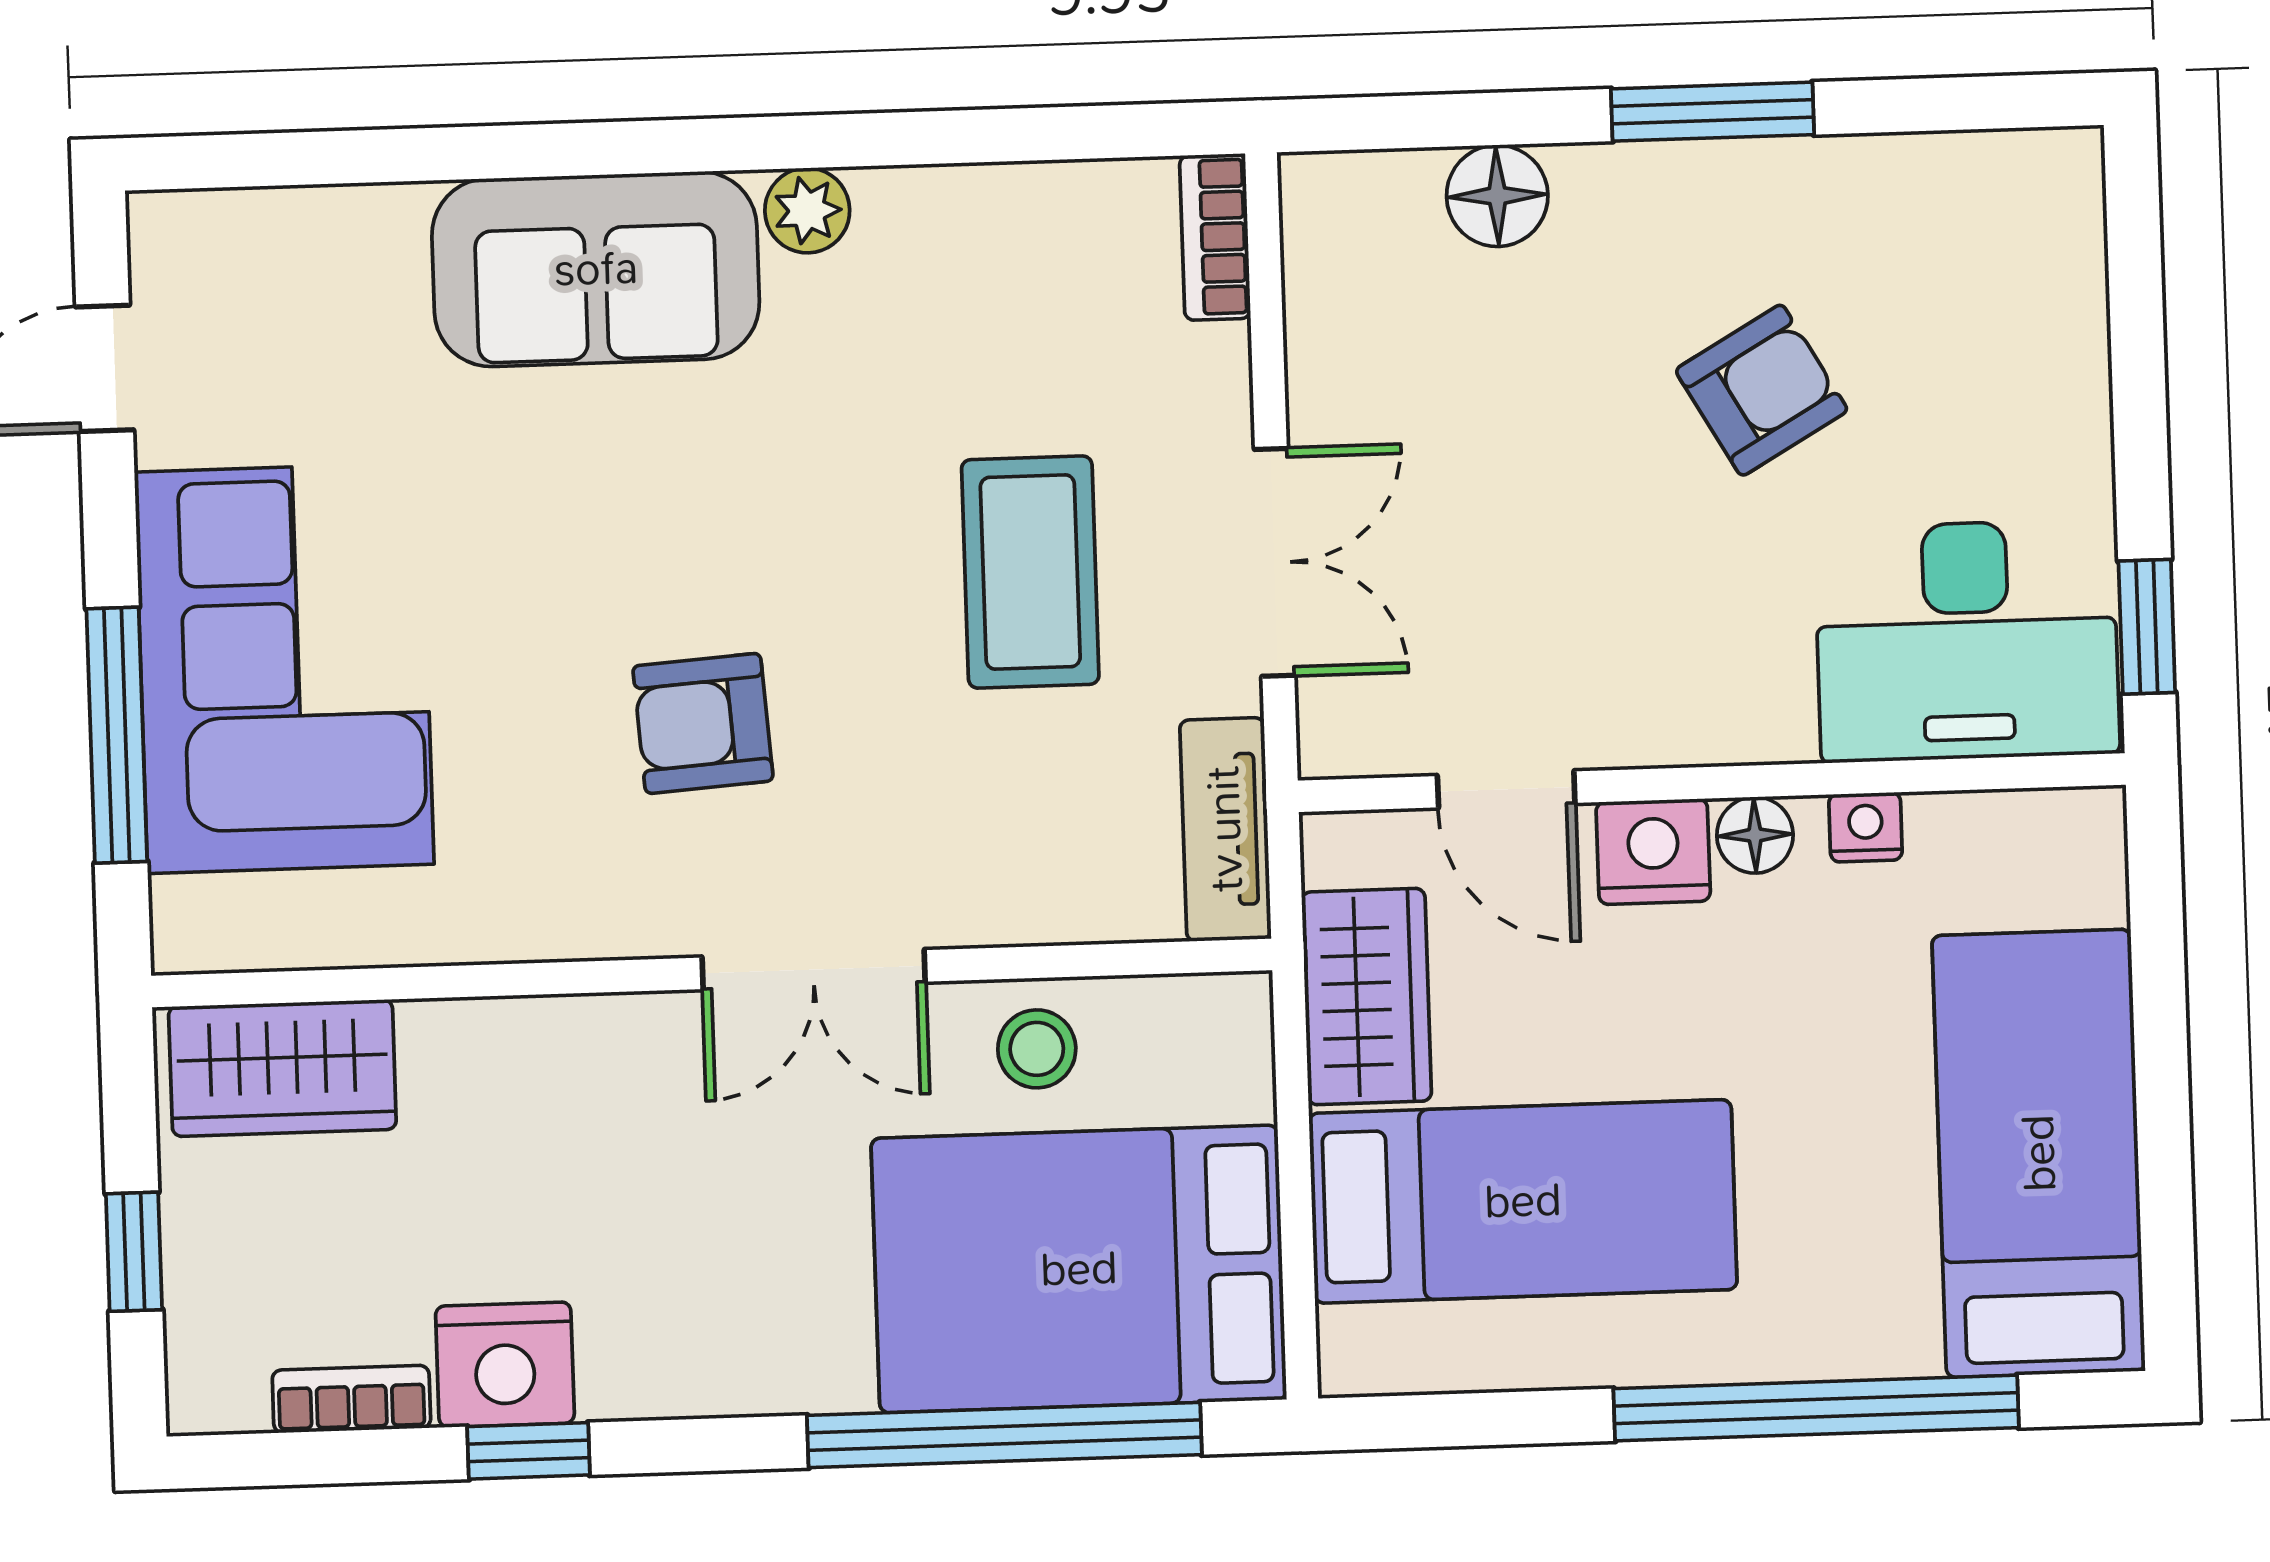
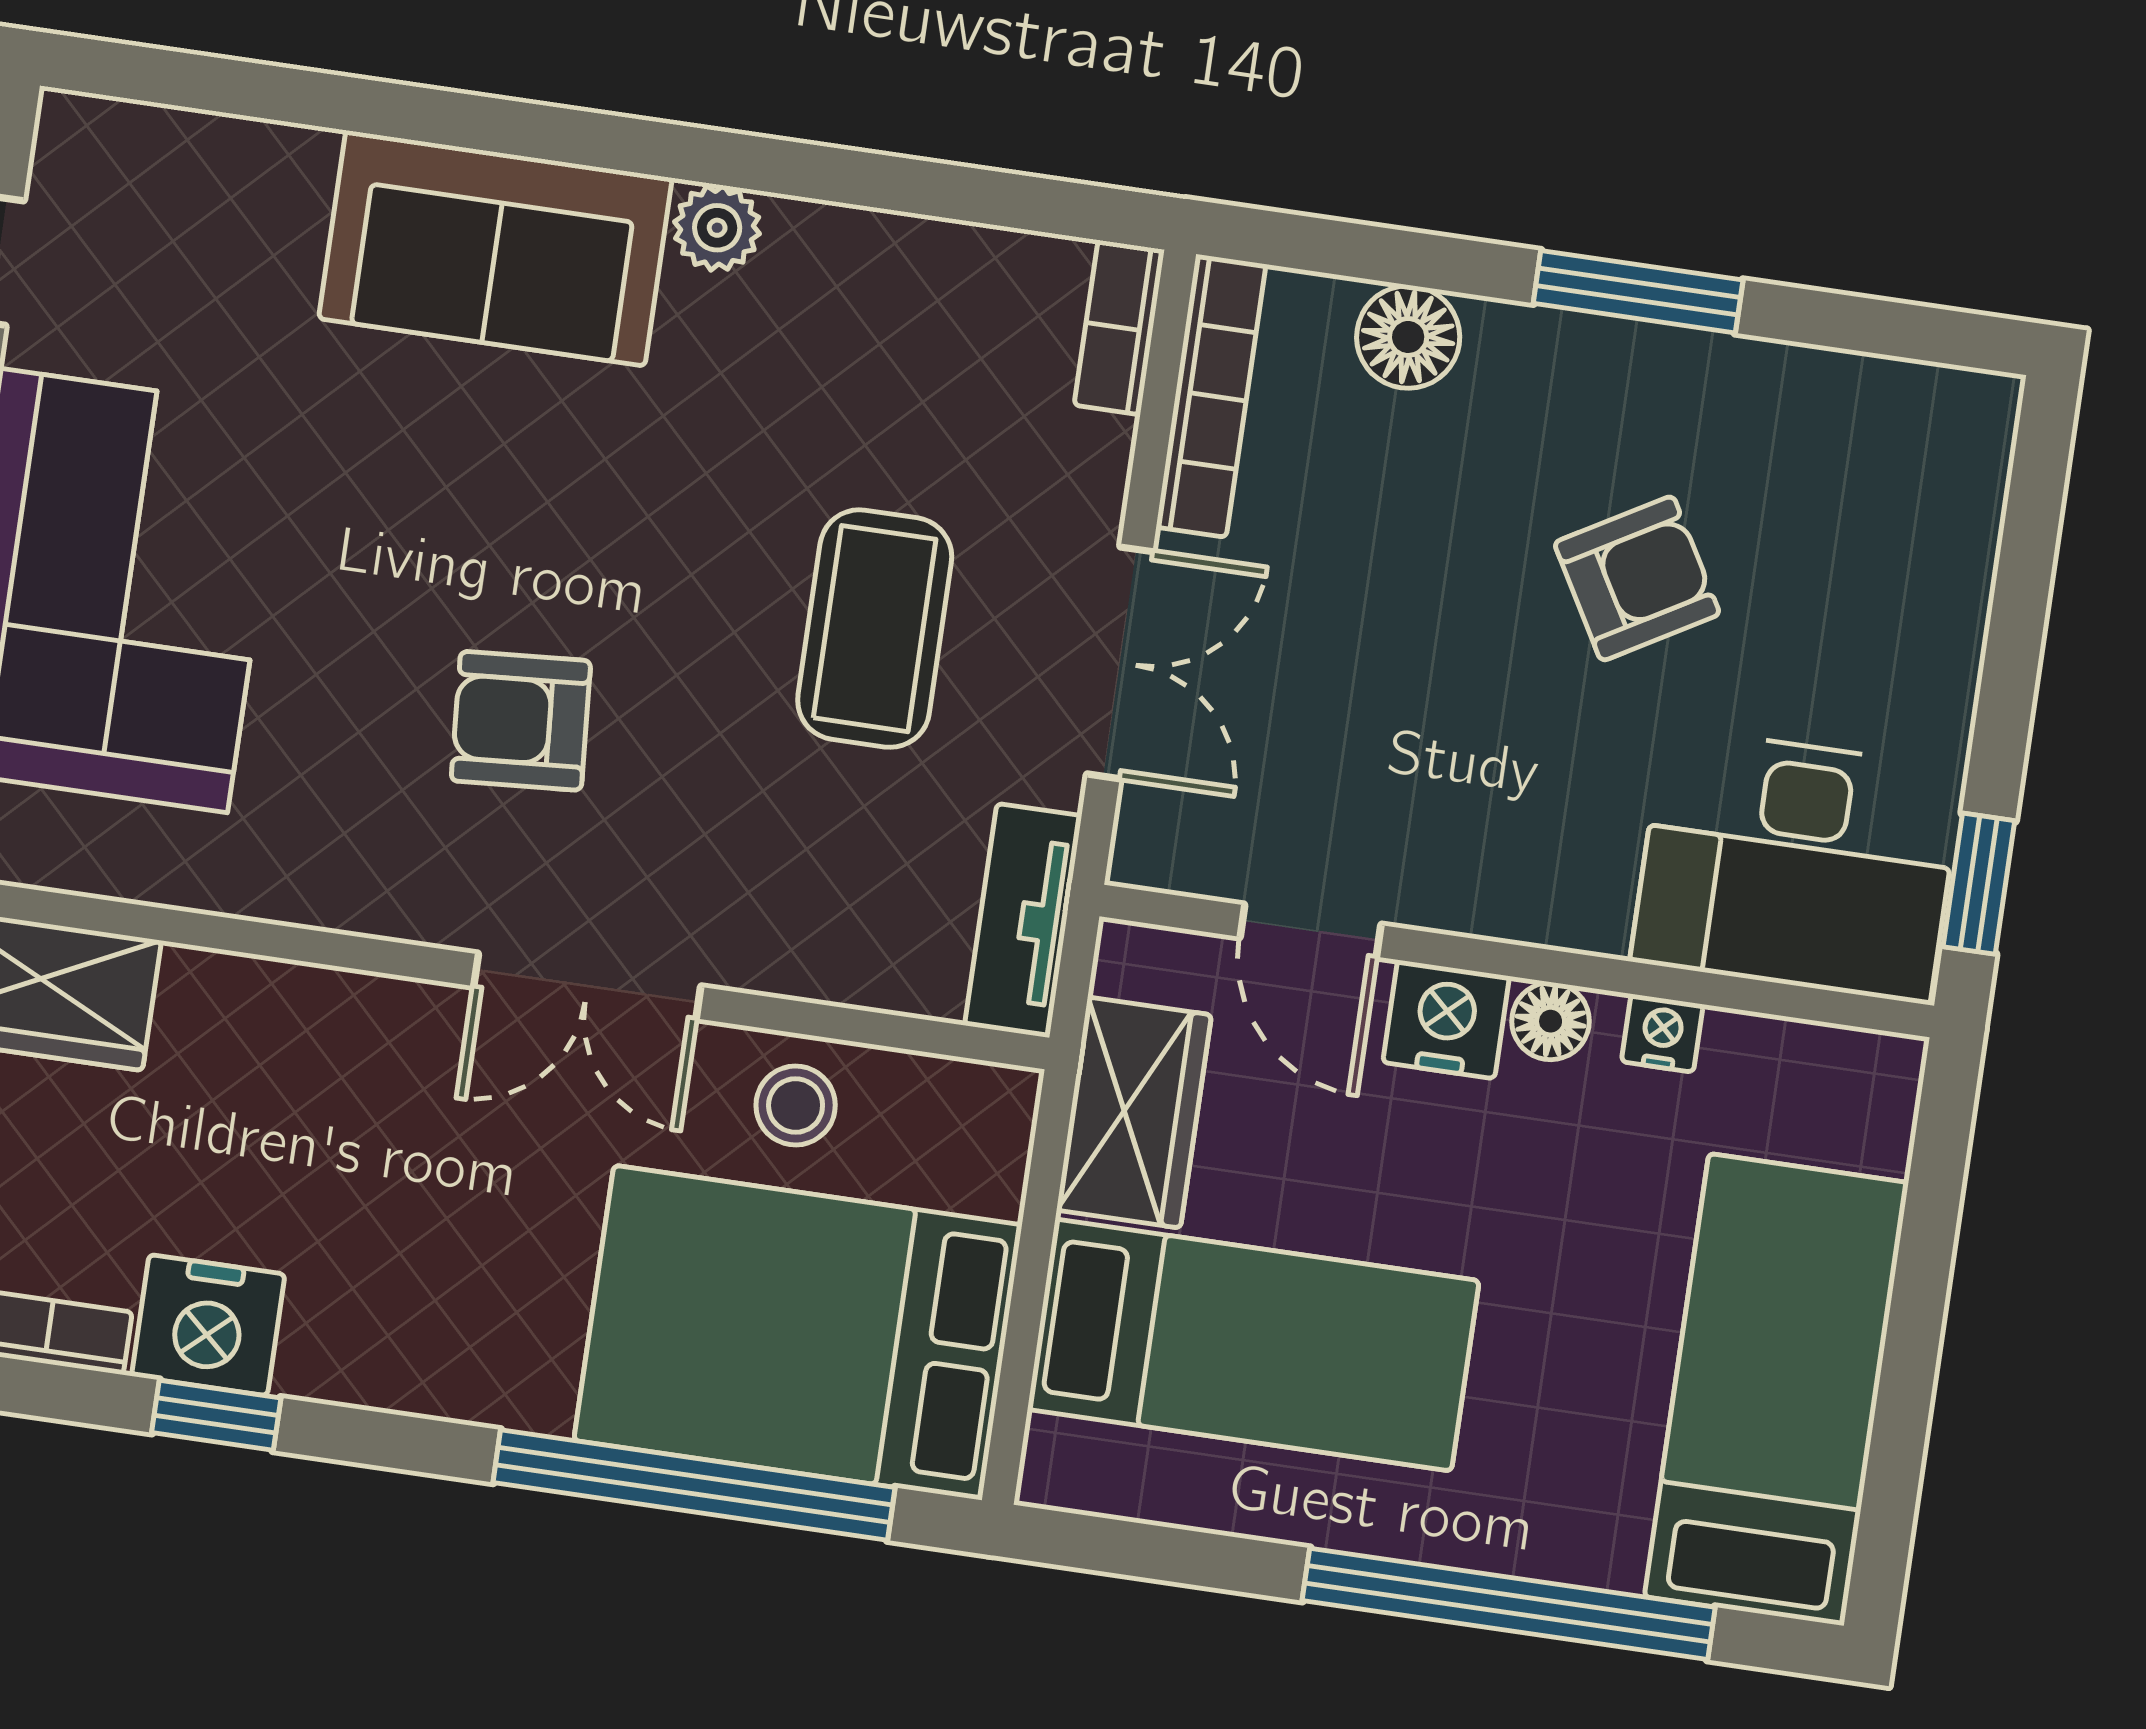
bookcase: (1316, 287) -> (1211, 396), added

